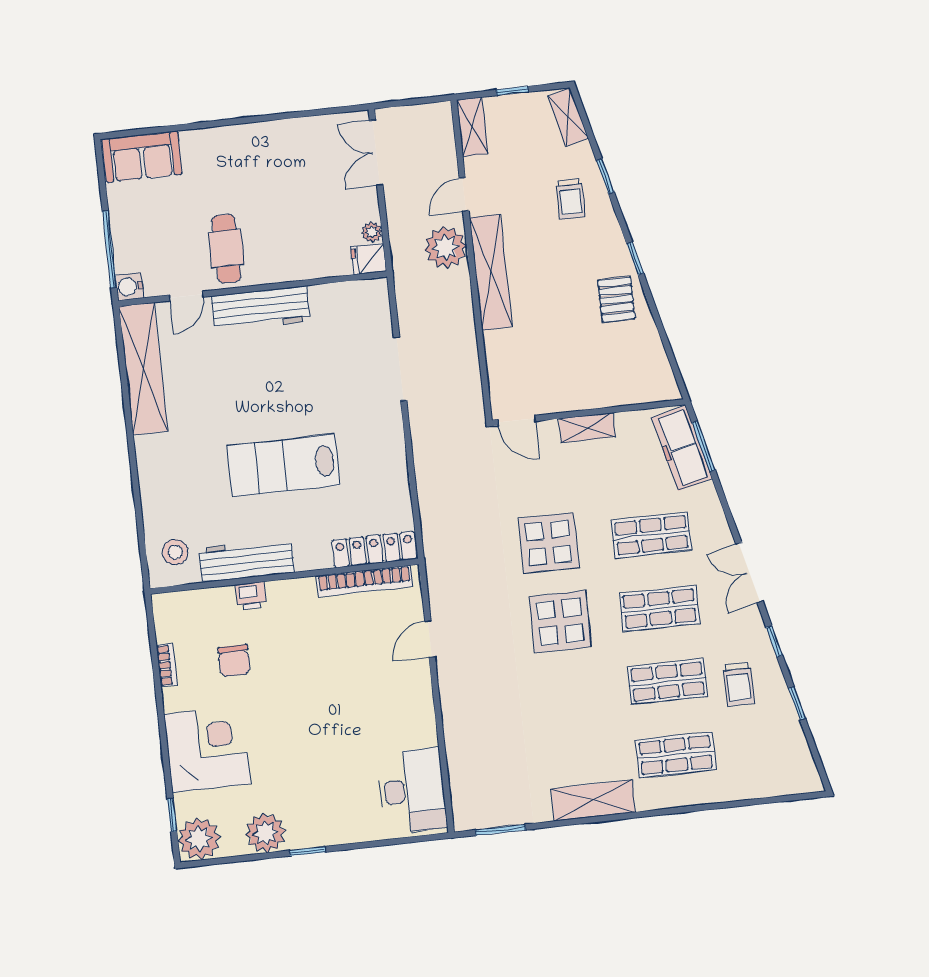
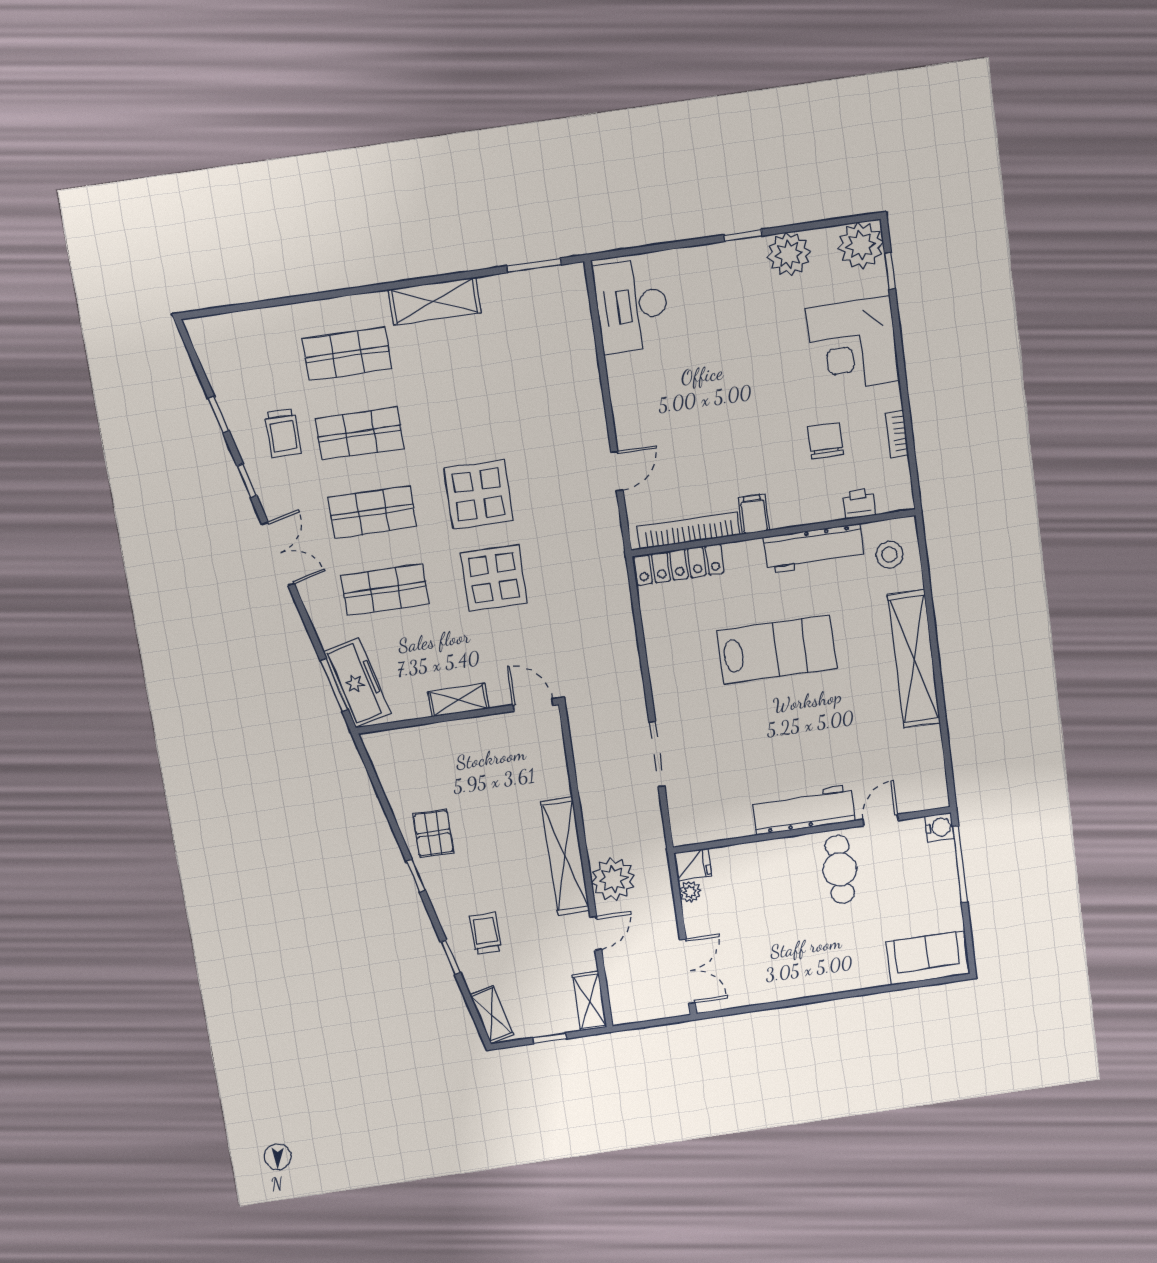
shelving: (143, 369) -> (914, 659), moved
filing cabinet: (303, 595) -> (754, 514), added
printer: (251, 596) -> (859, 504), moved
trolley: (739, 684) -> (283, 433), turned 180

